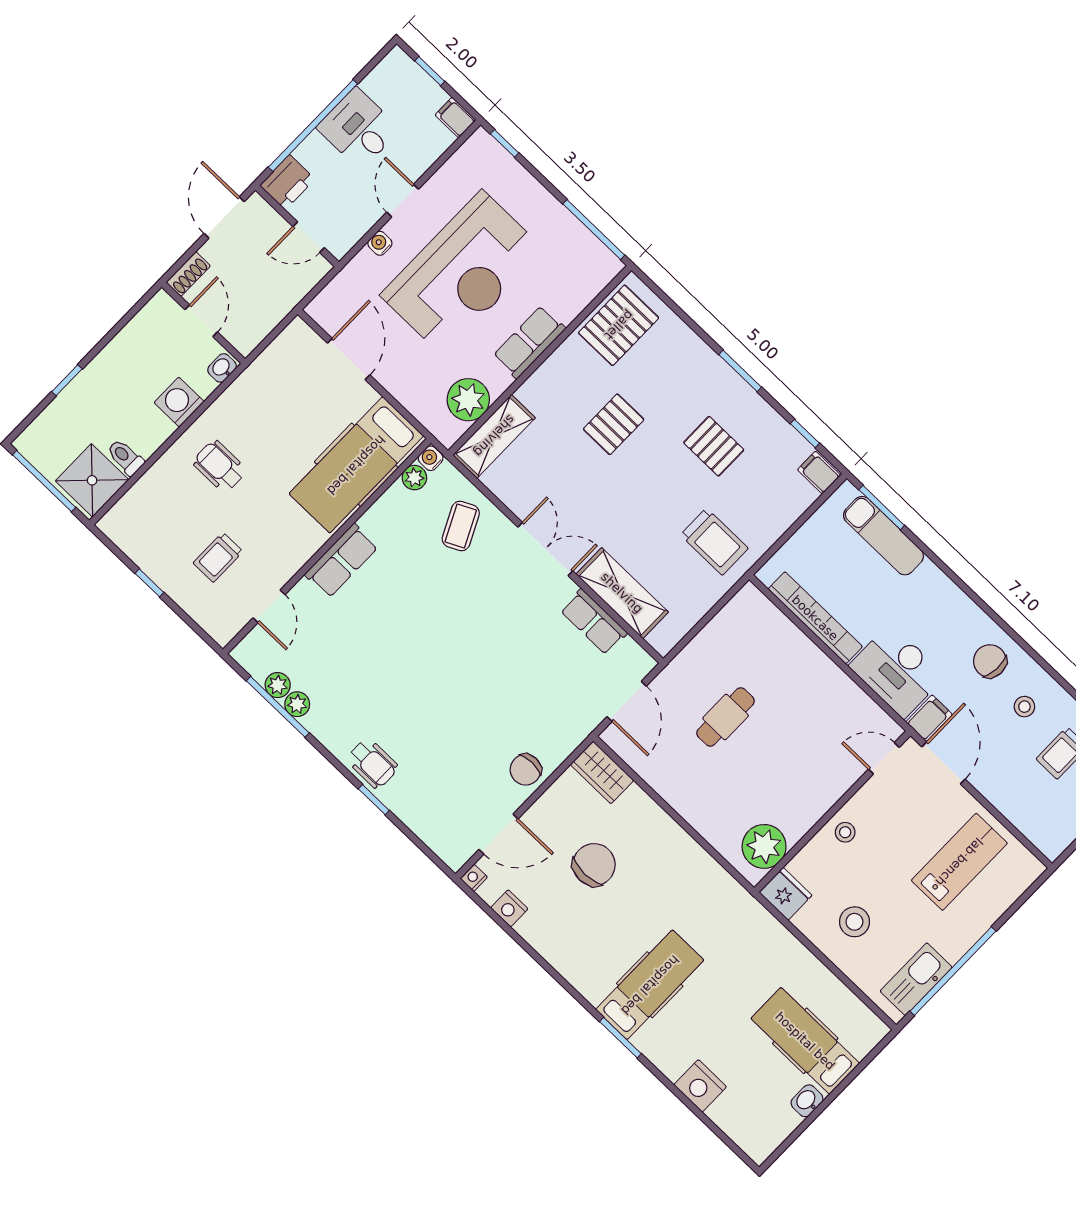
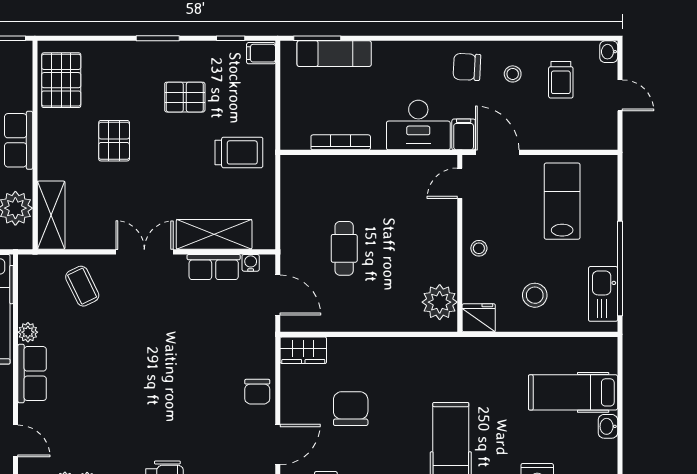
water cooler: (431, 458) -> (251, 263), moved, turned 90
plant: (414, 478) -> (28, 332), moved
bookcase: (815, 618) -> (341, 142), width x0.68, depth x0.76

